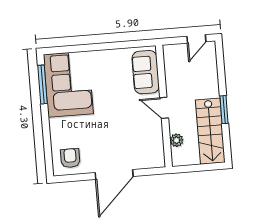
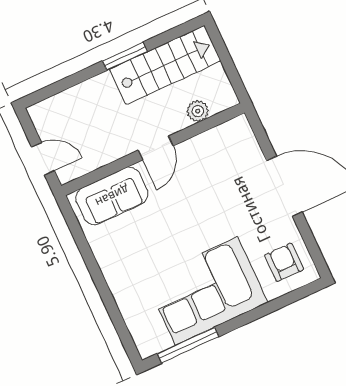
door: (196, 39) -> (43, 159), moved
corner sofa: (68, 84) -> (206, 291), moved
armchair: (70, 158) -> (284, 262), turned 90

